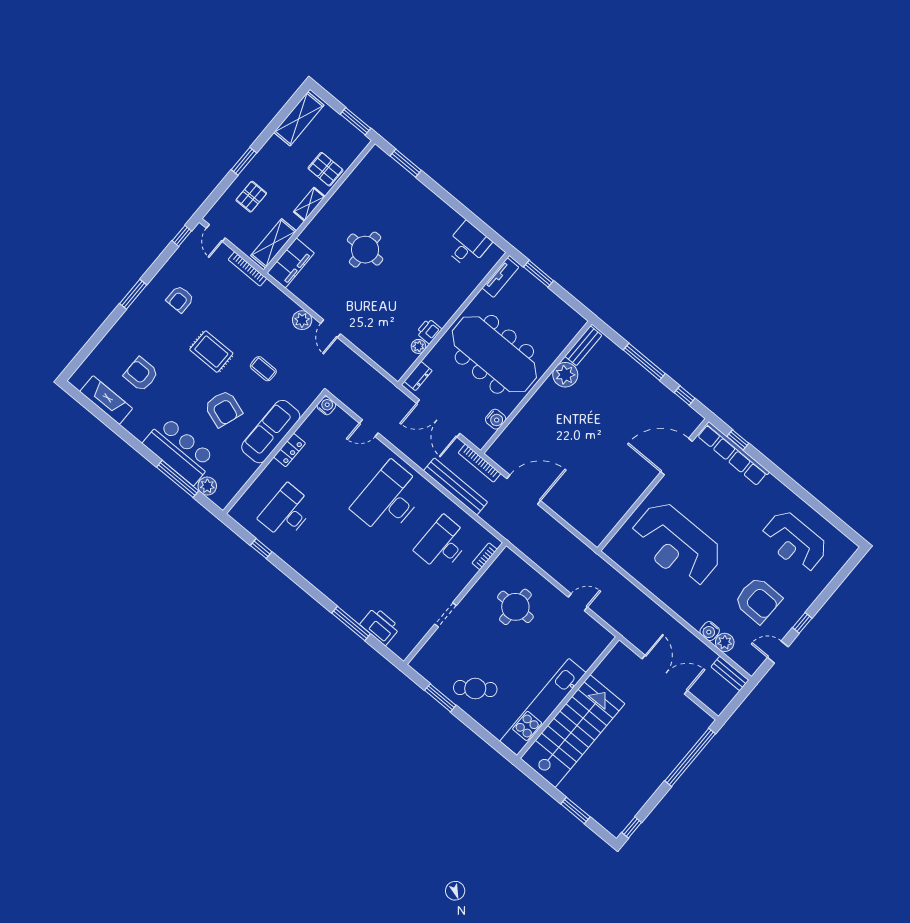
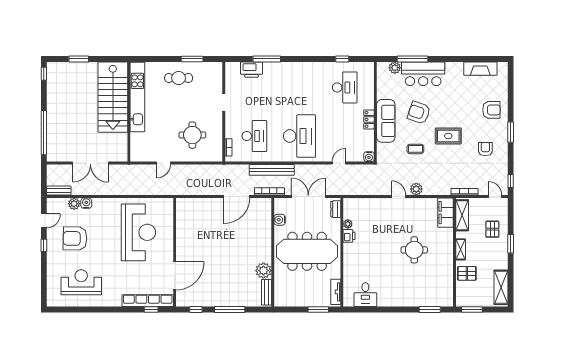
armchair: (141, 374) -> (491, 110), moved
reception desk: (676, 544) -> (138, 232), turned 90
cafe table: (475, 689) -> (179, 78), turned 36

